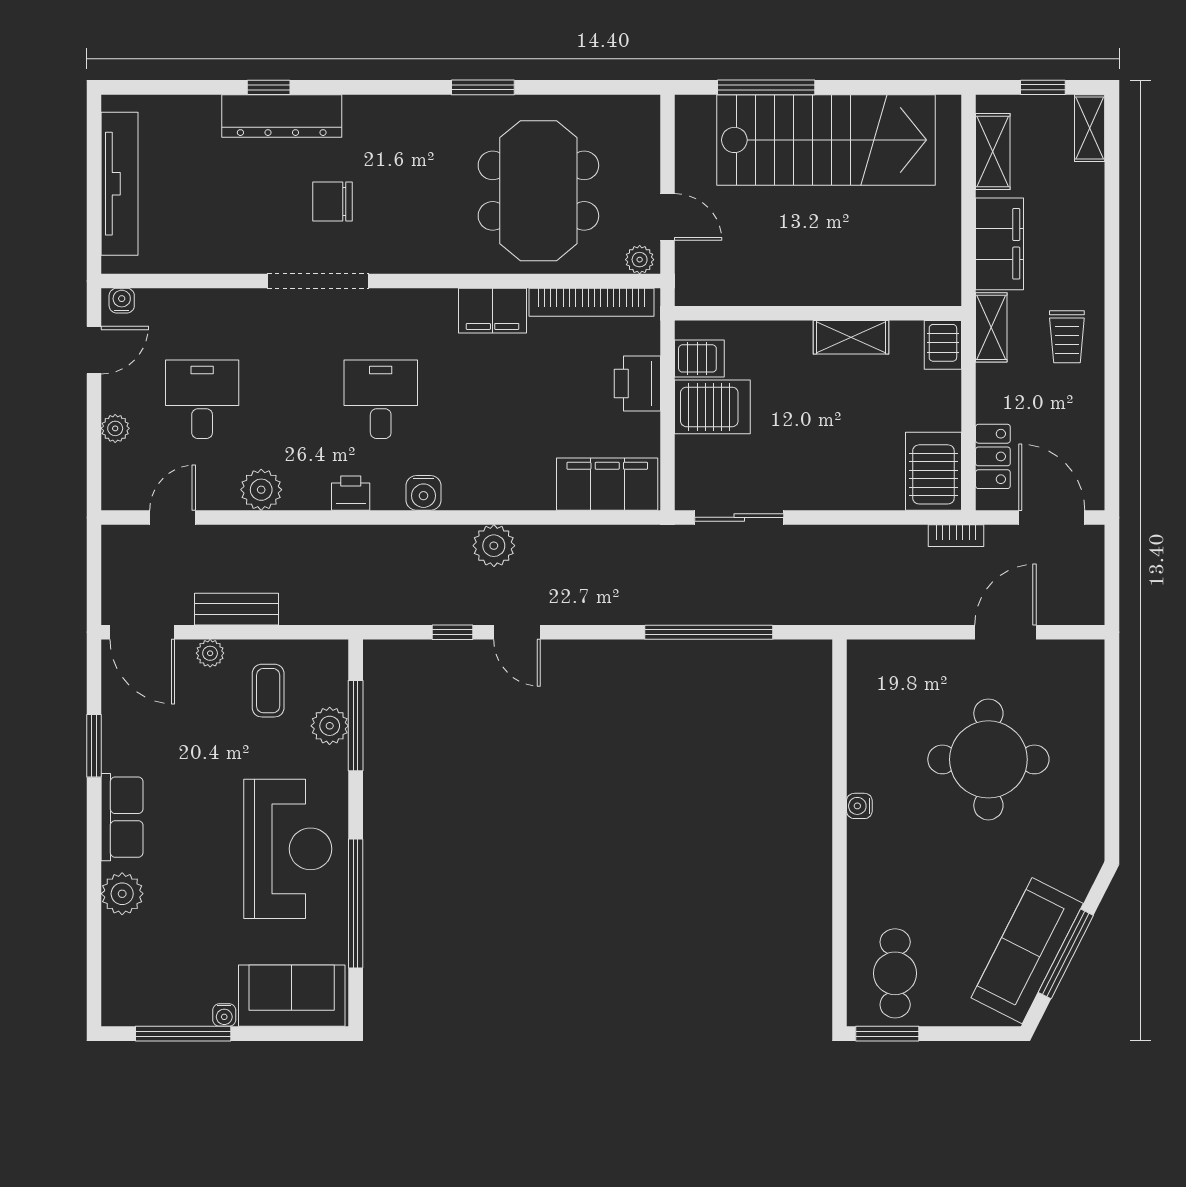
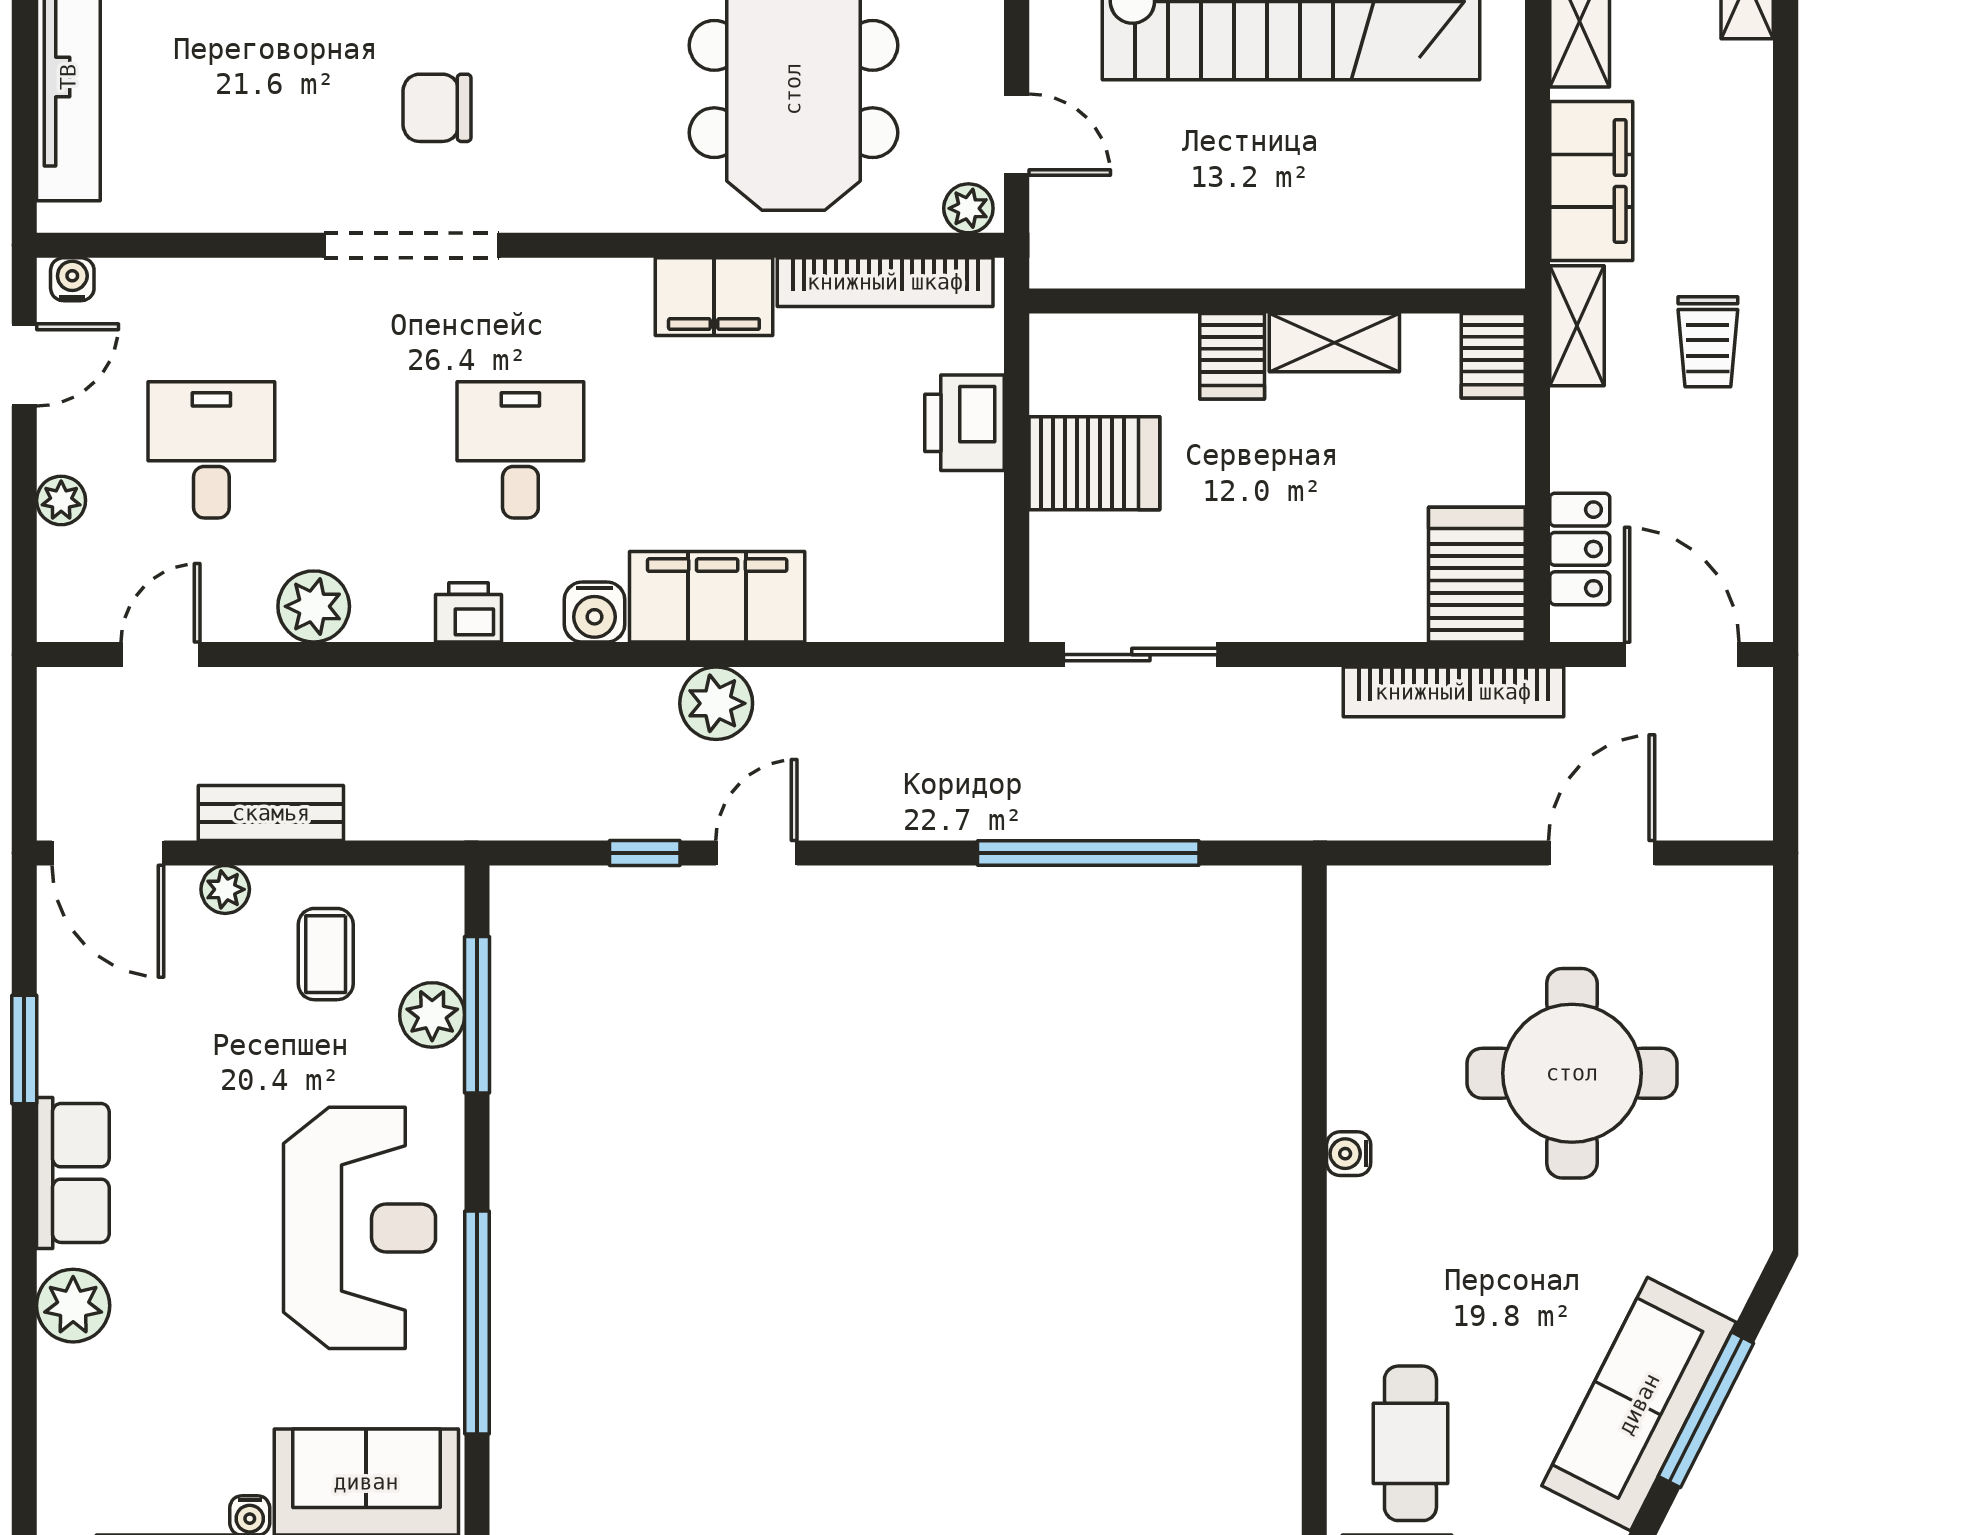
server rack: (699, 358) -> (1232, 356), moved, turned 90
filing cabinet: (607, 484) -> (717, 597), moved
bookcase: (956, 536) -> (1453, 692), width x2.31, depth x1.31
door: (517, 632) -> (756, 853), swing flipped

